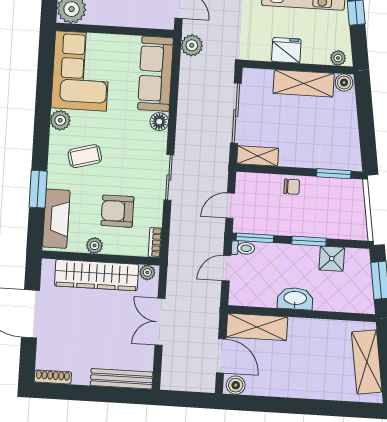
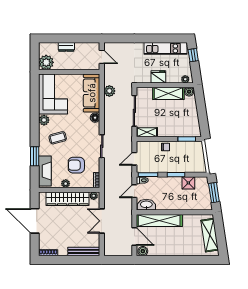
plant: (192, 45) -> (109, 91), moved
washbasin: (295, 299) -> (146, 205), moved
shelving: (257, 327) -> (159, 220), width x1.47

